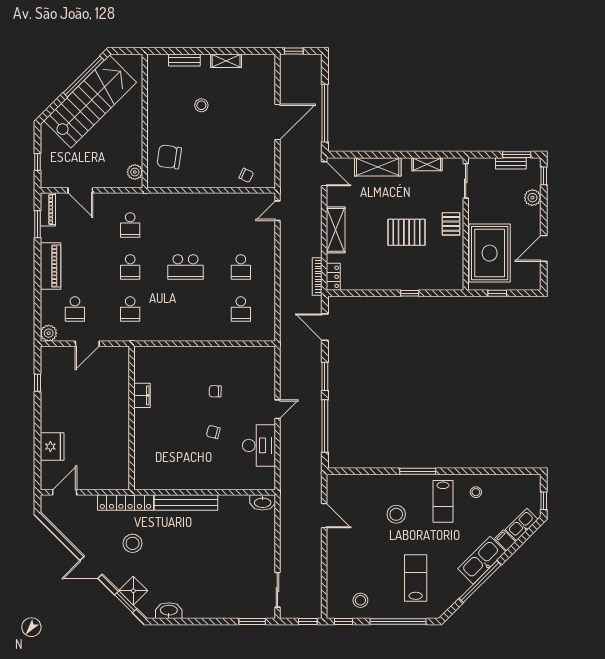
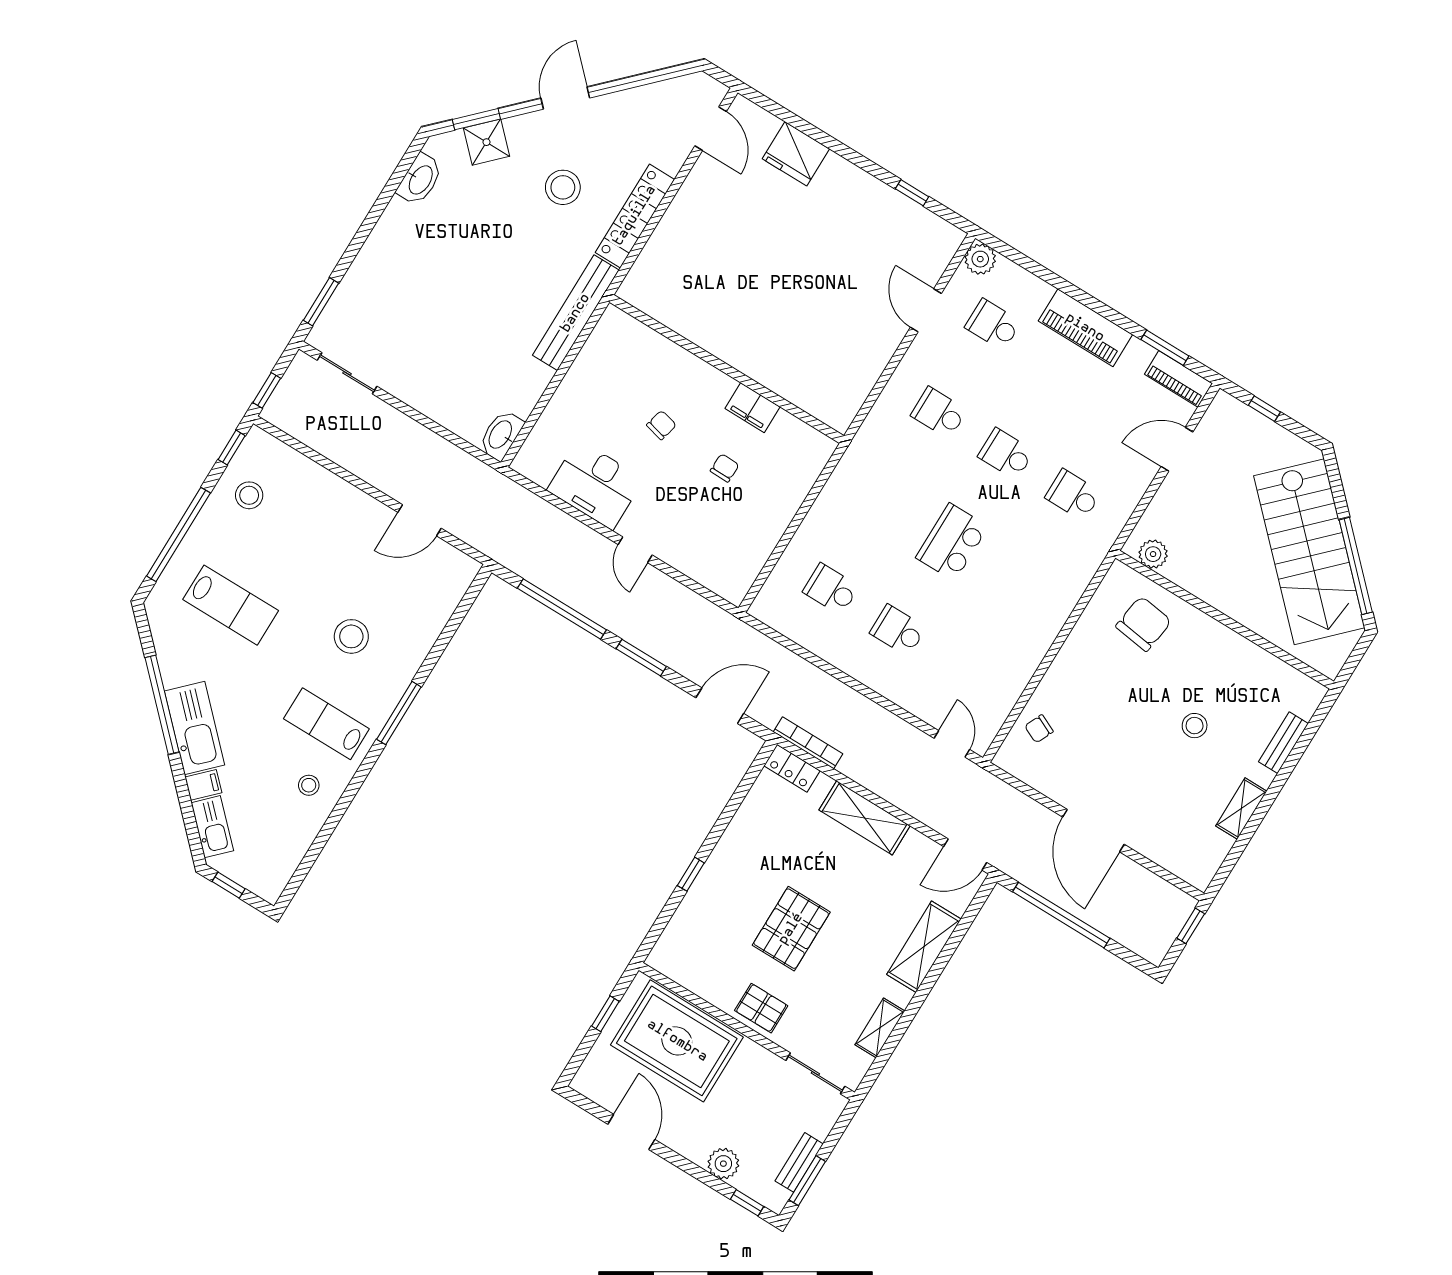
filing cabinet: (142, 395) -> (753, 408), moved
wall: (132, 418) -> (727, 369), moved

